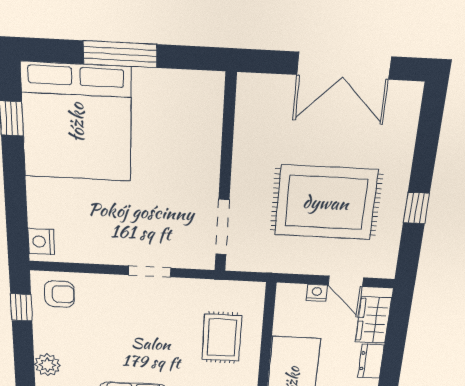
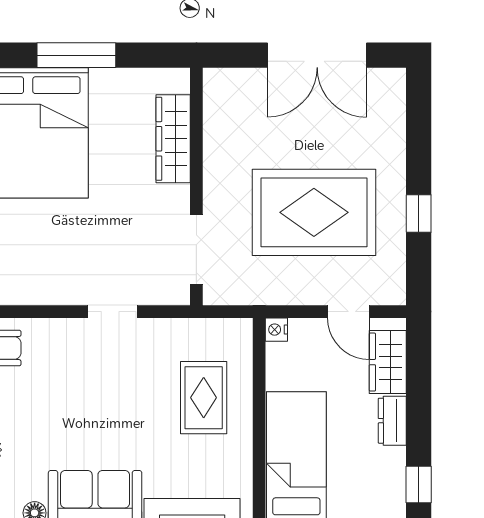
wardrobe: (207, 134) -> (173, 139), added
nightstand: (317, 293) -> (276, 330), moved, turned -90

